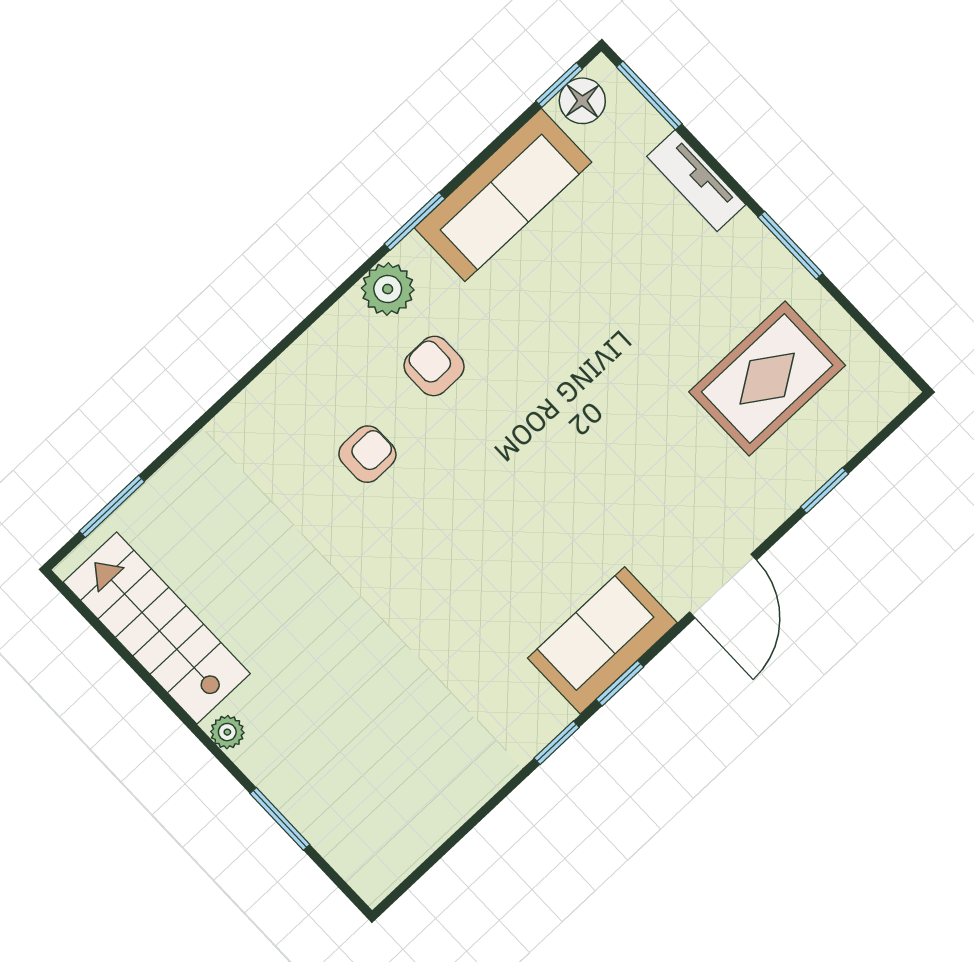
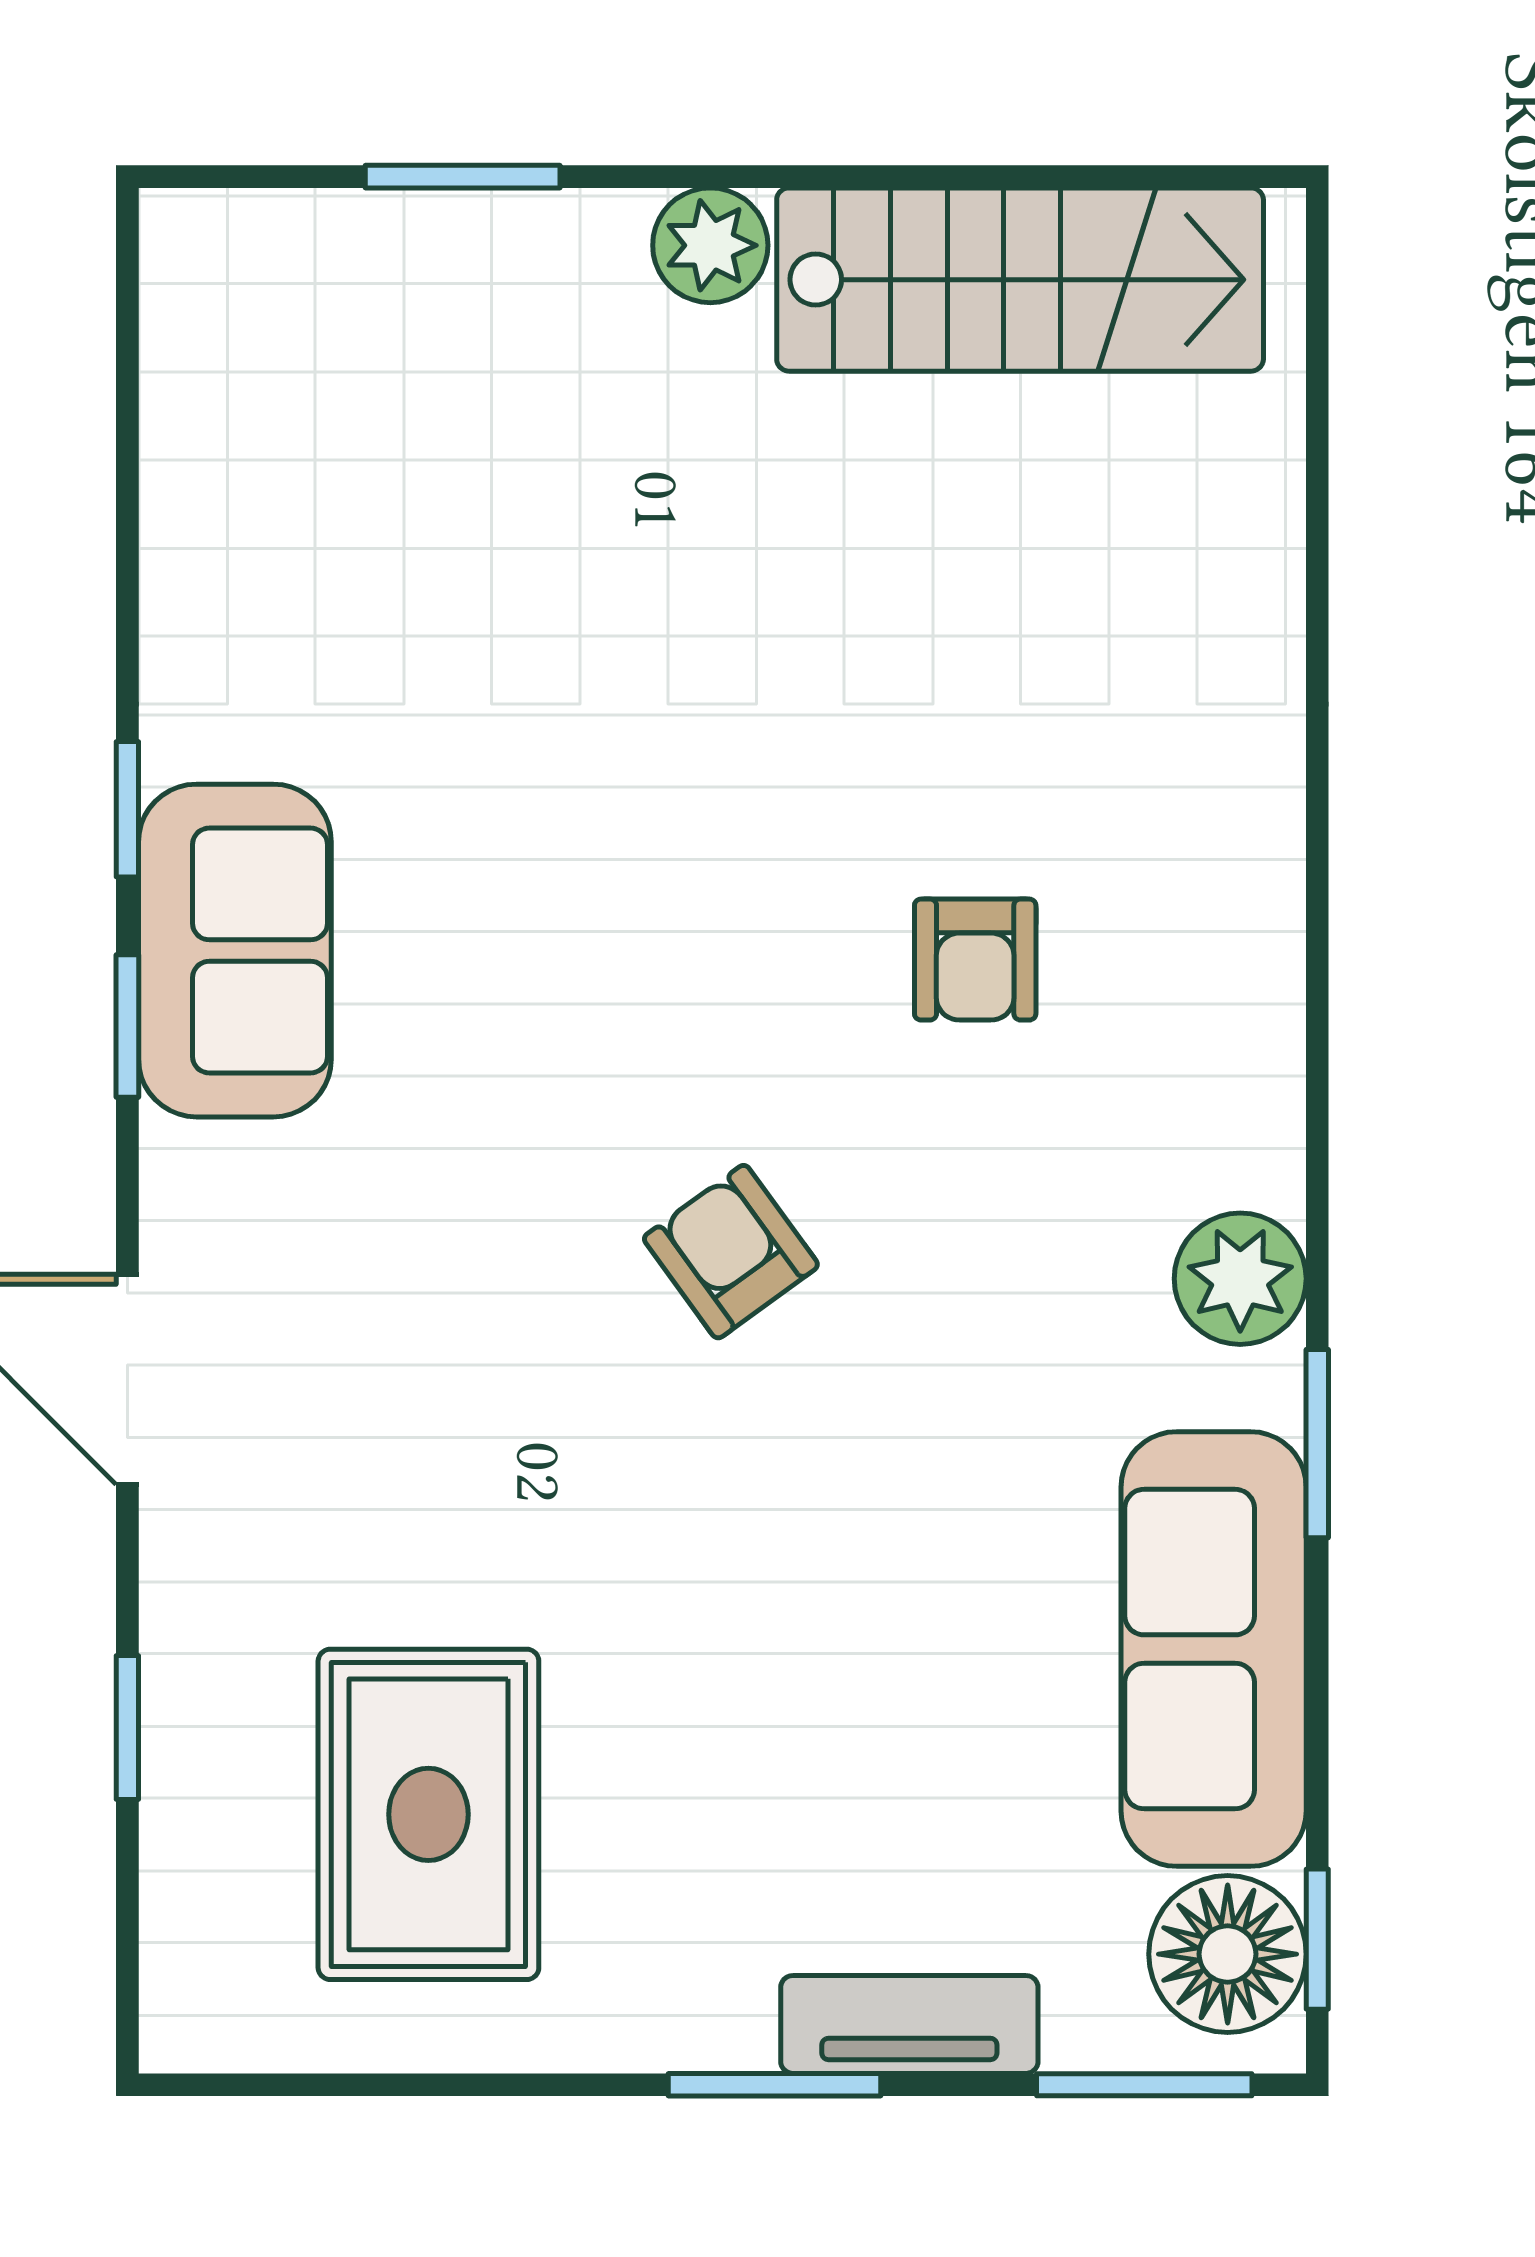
floor lamp: (582, 101) -> (1228, 1954), width x1.38, depth x1.38
window: (790, 245) -> (775, 2085), moved
armchair: (434, 366) -> (731, 1252), moved, turned -126
window: (112, 506) -> (1317, 406), removed
sofa: (602, 640) -> (235, 951), moved
plant: (227, 732) -> (710, 245), width x1.38, depth x1.38

